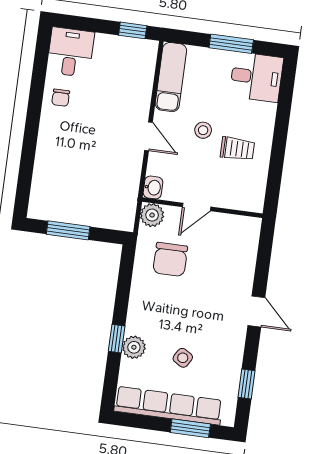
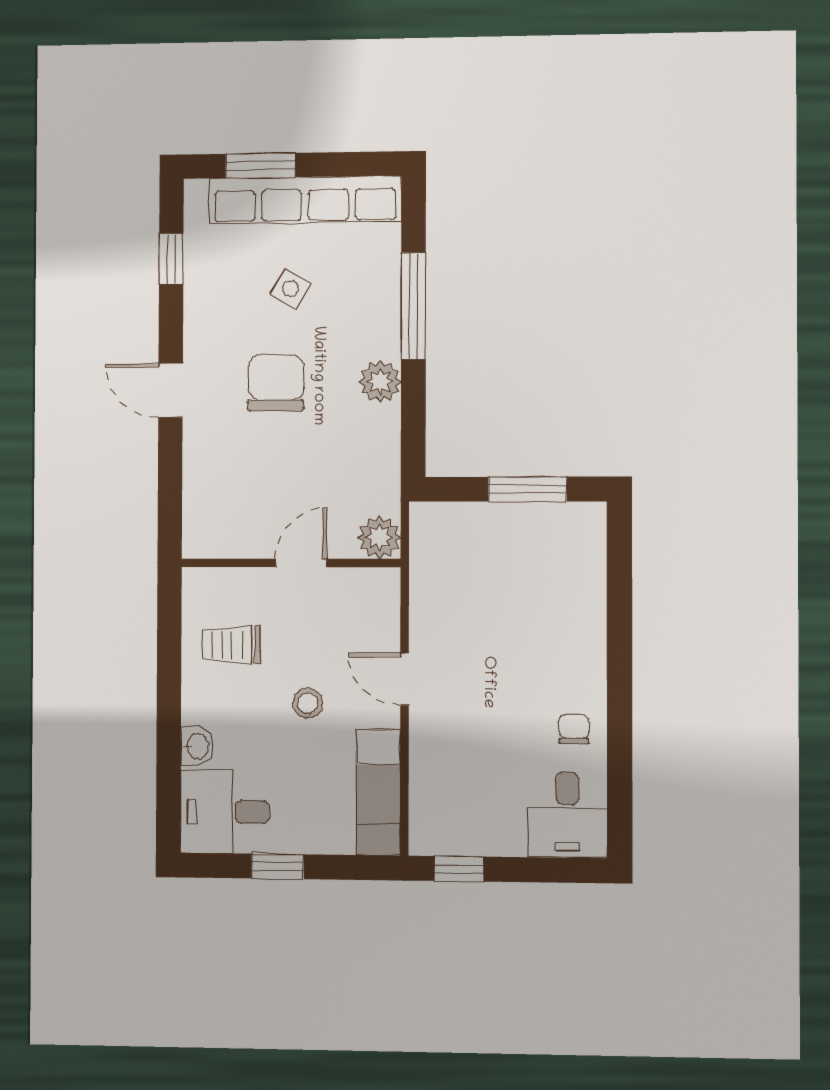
window: (231, 44) -> (278, 866), width x0.67
trolley: (237, 149) -> (231, 645), moved
washbasin: (153, 187) -> (197, 746), moved, turned 180
chair: (170, 259) -> (276, 383), moved
window: (117, 339) -> (413, 306), width x2.17
plant: (134, 347) -> (380, 382), moved

